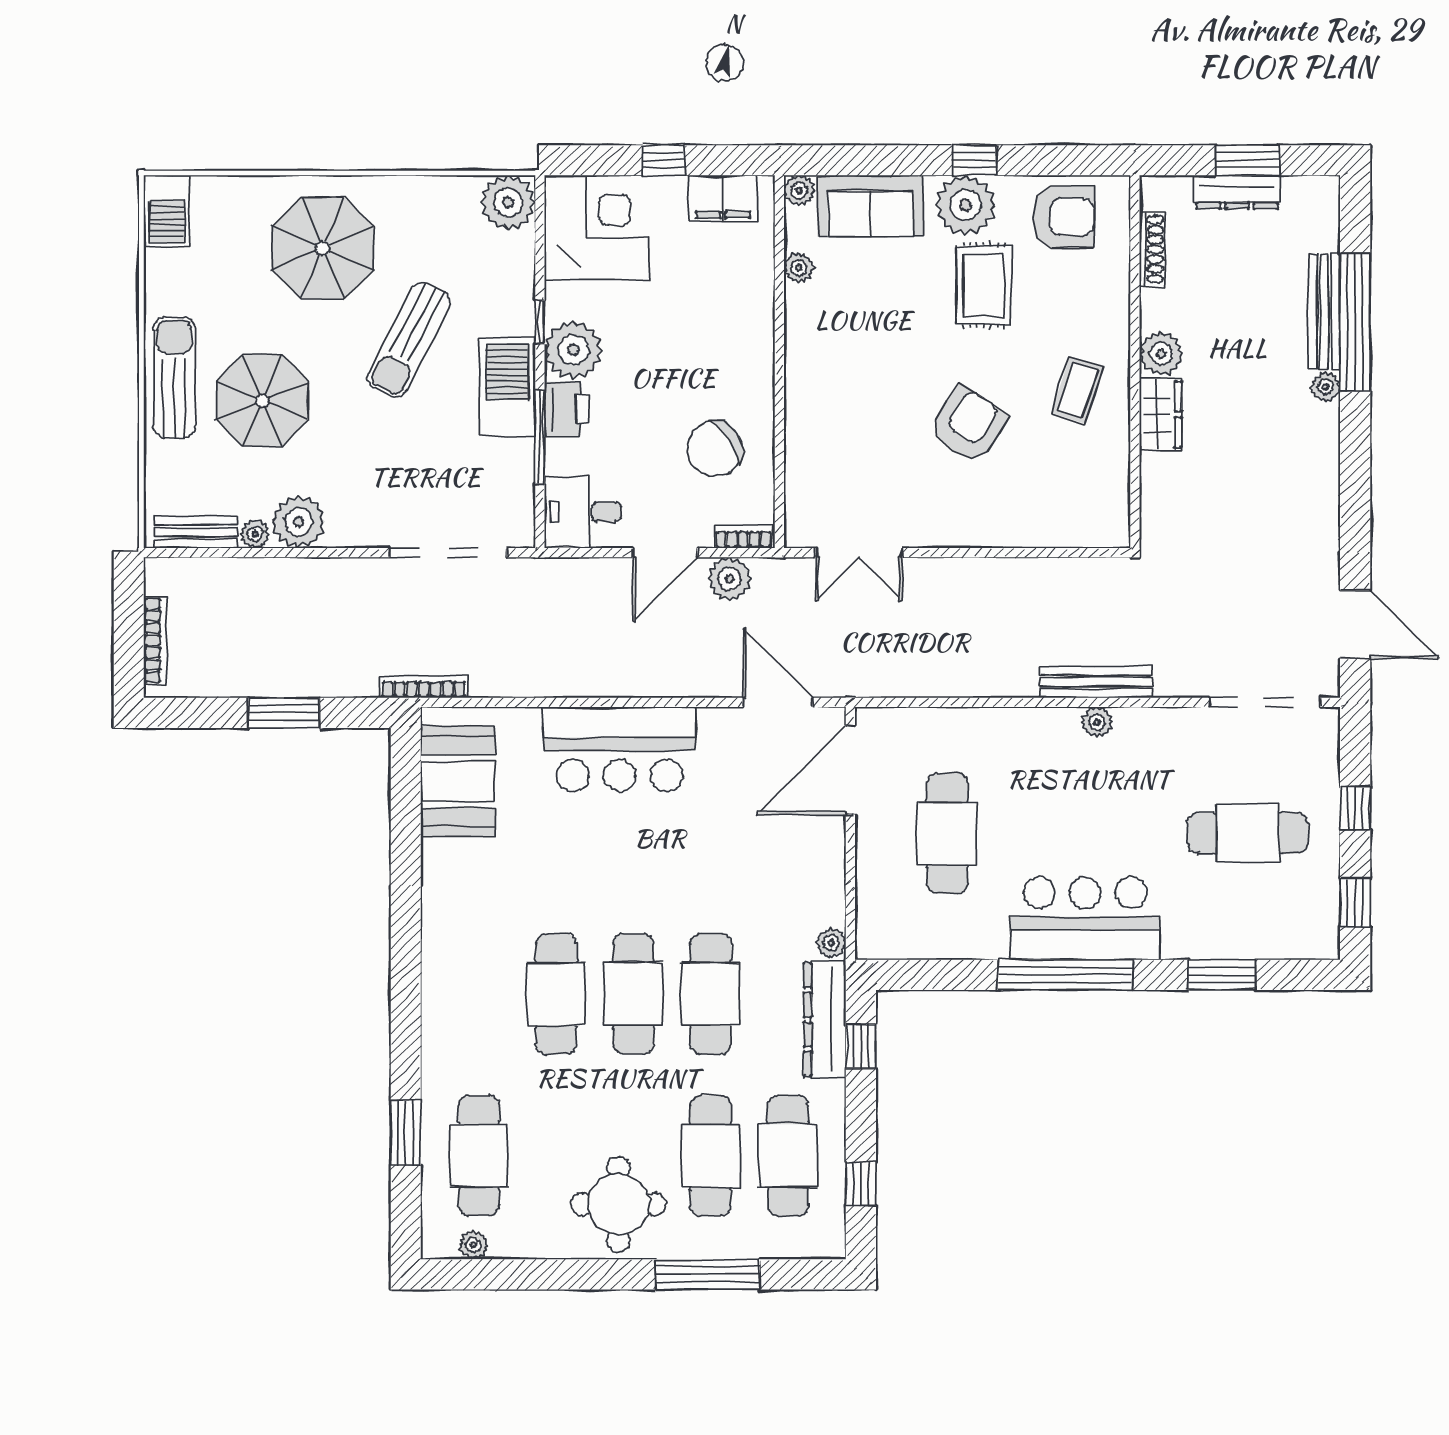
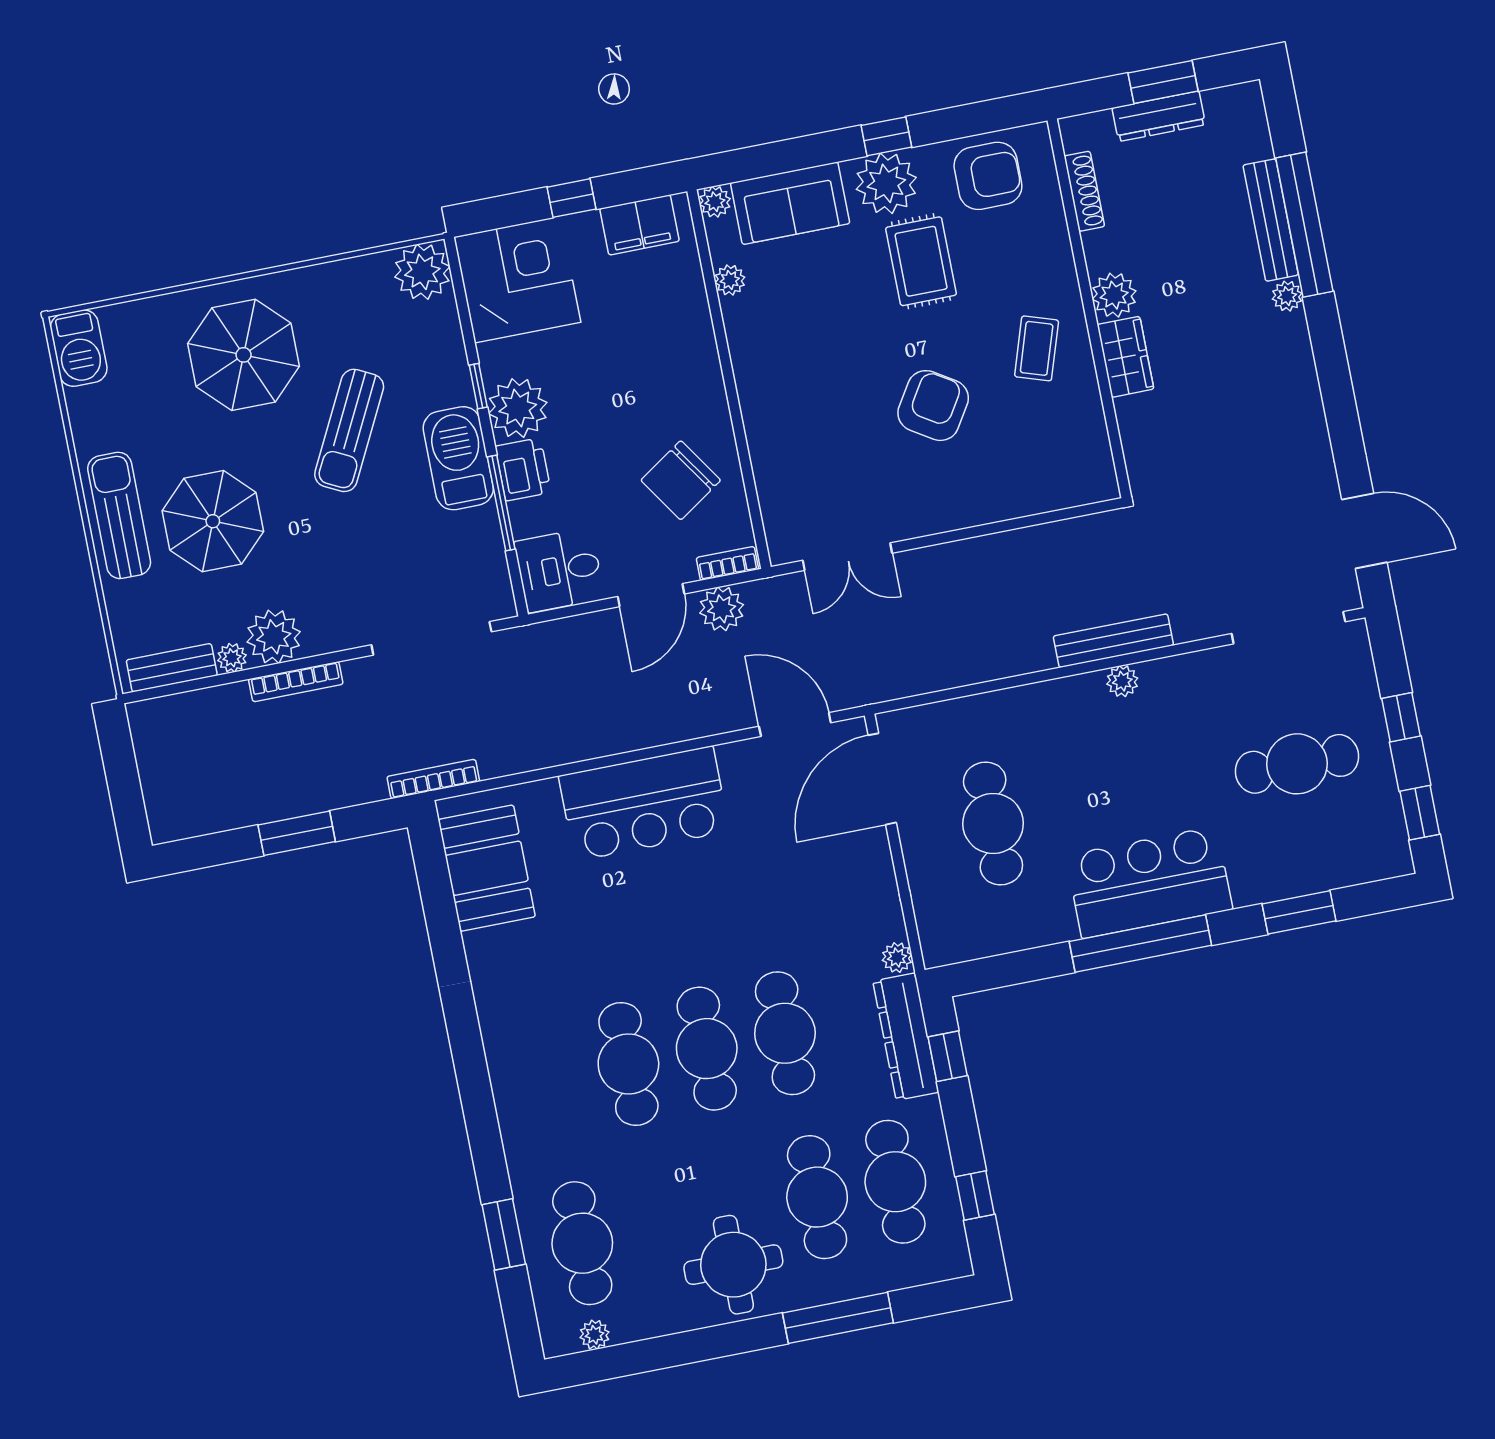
bookcase: (155, 640) -> (296, 682), moved, turned 90

